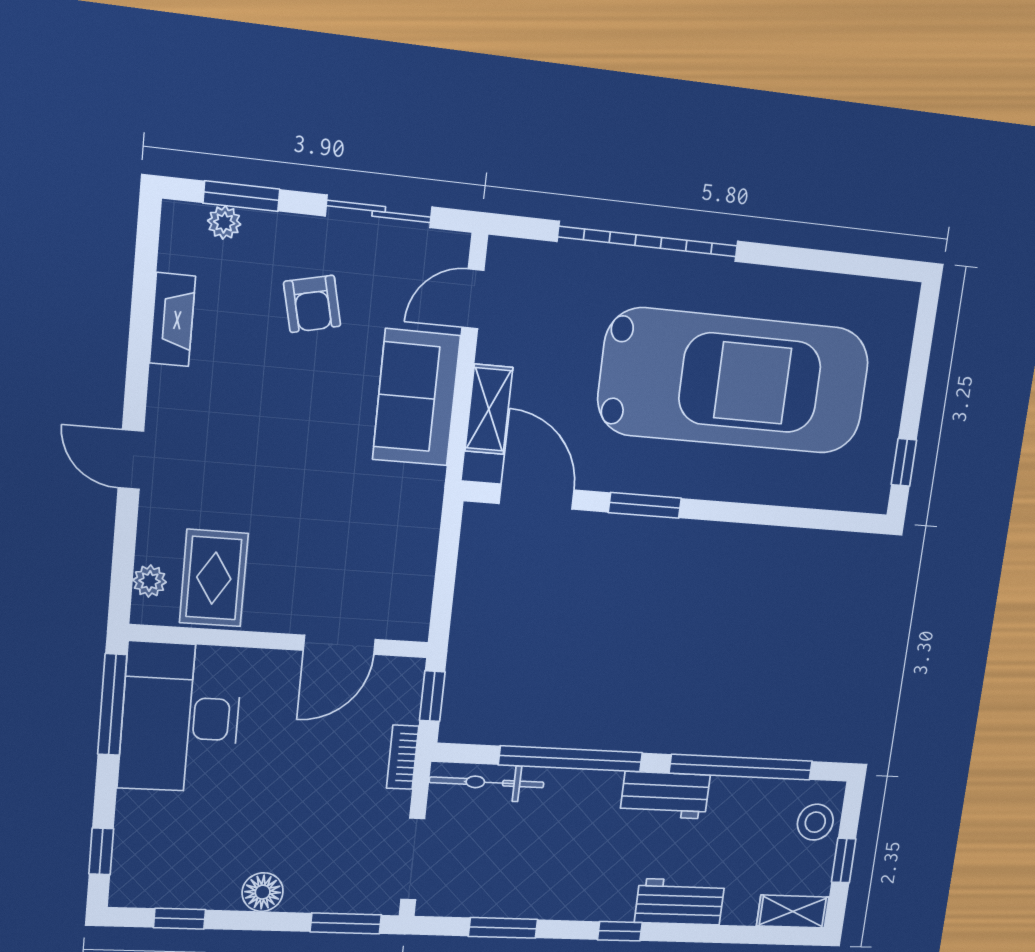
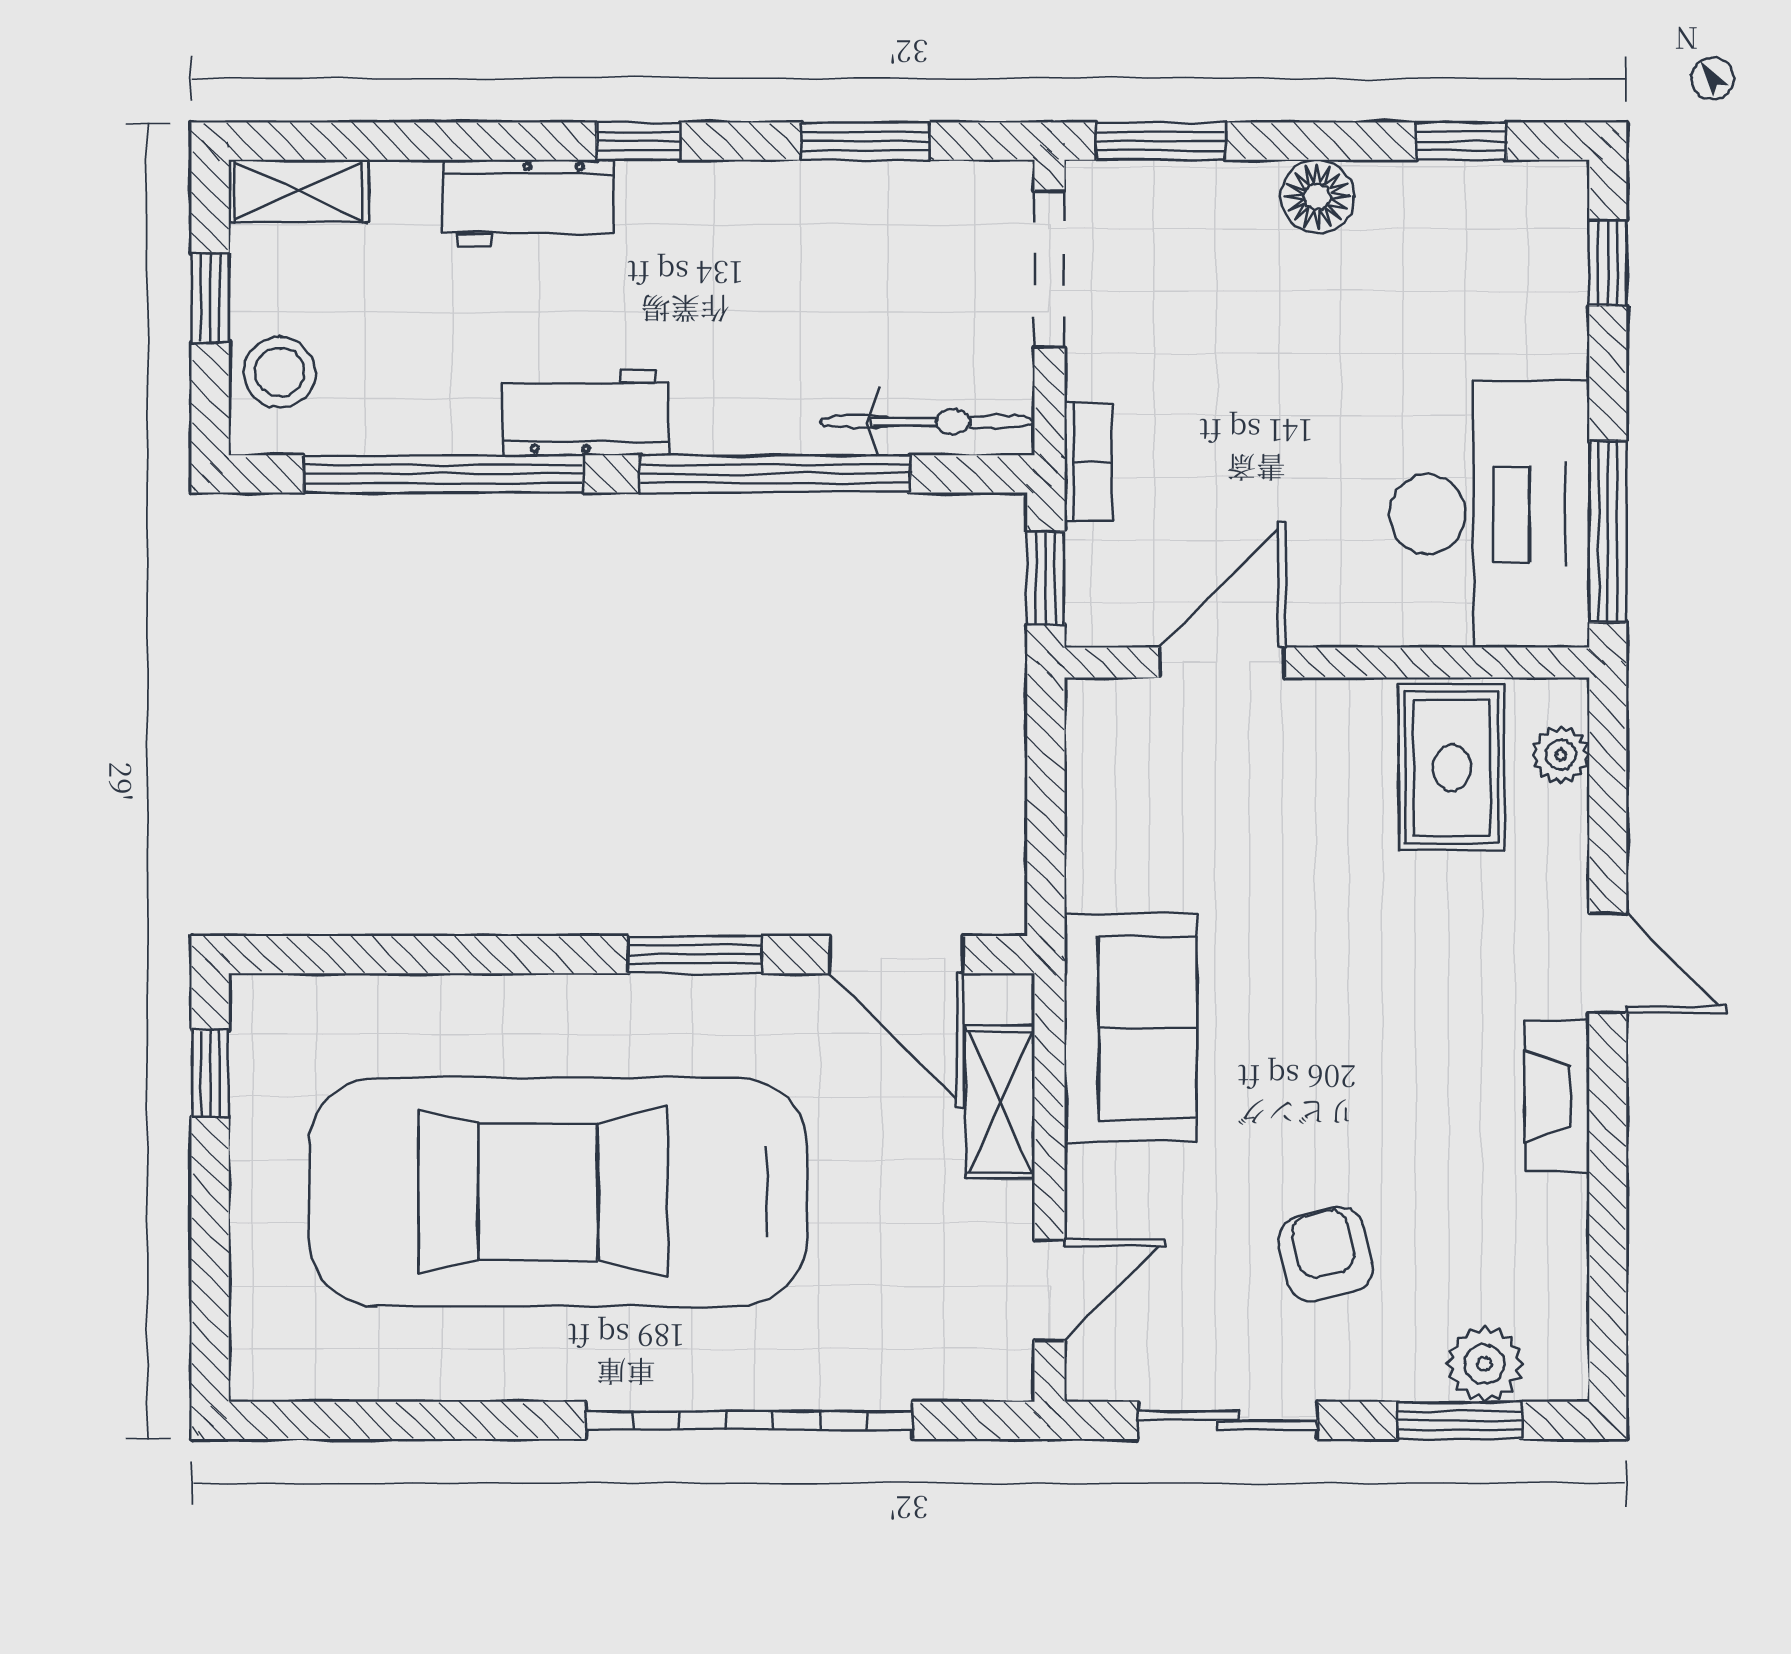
plant: (224, 222) -> (1485, 1364), width x1.38, depth x1.38
fireplace: (172, 320) -> (1557, 1096), moved
sofa: (416, 398) -> (1130, 1028), moved

